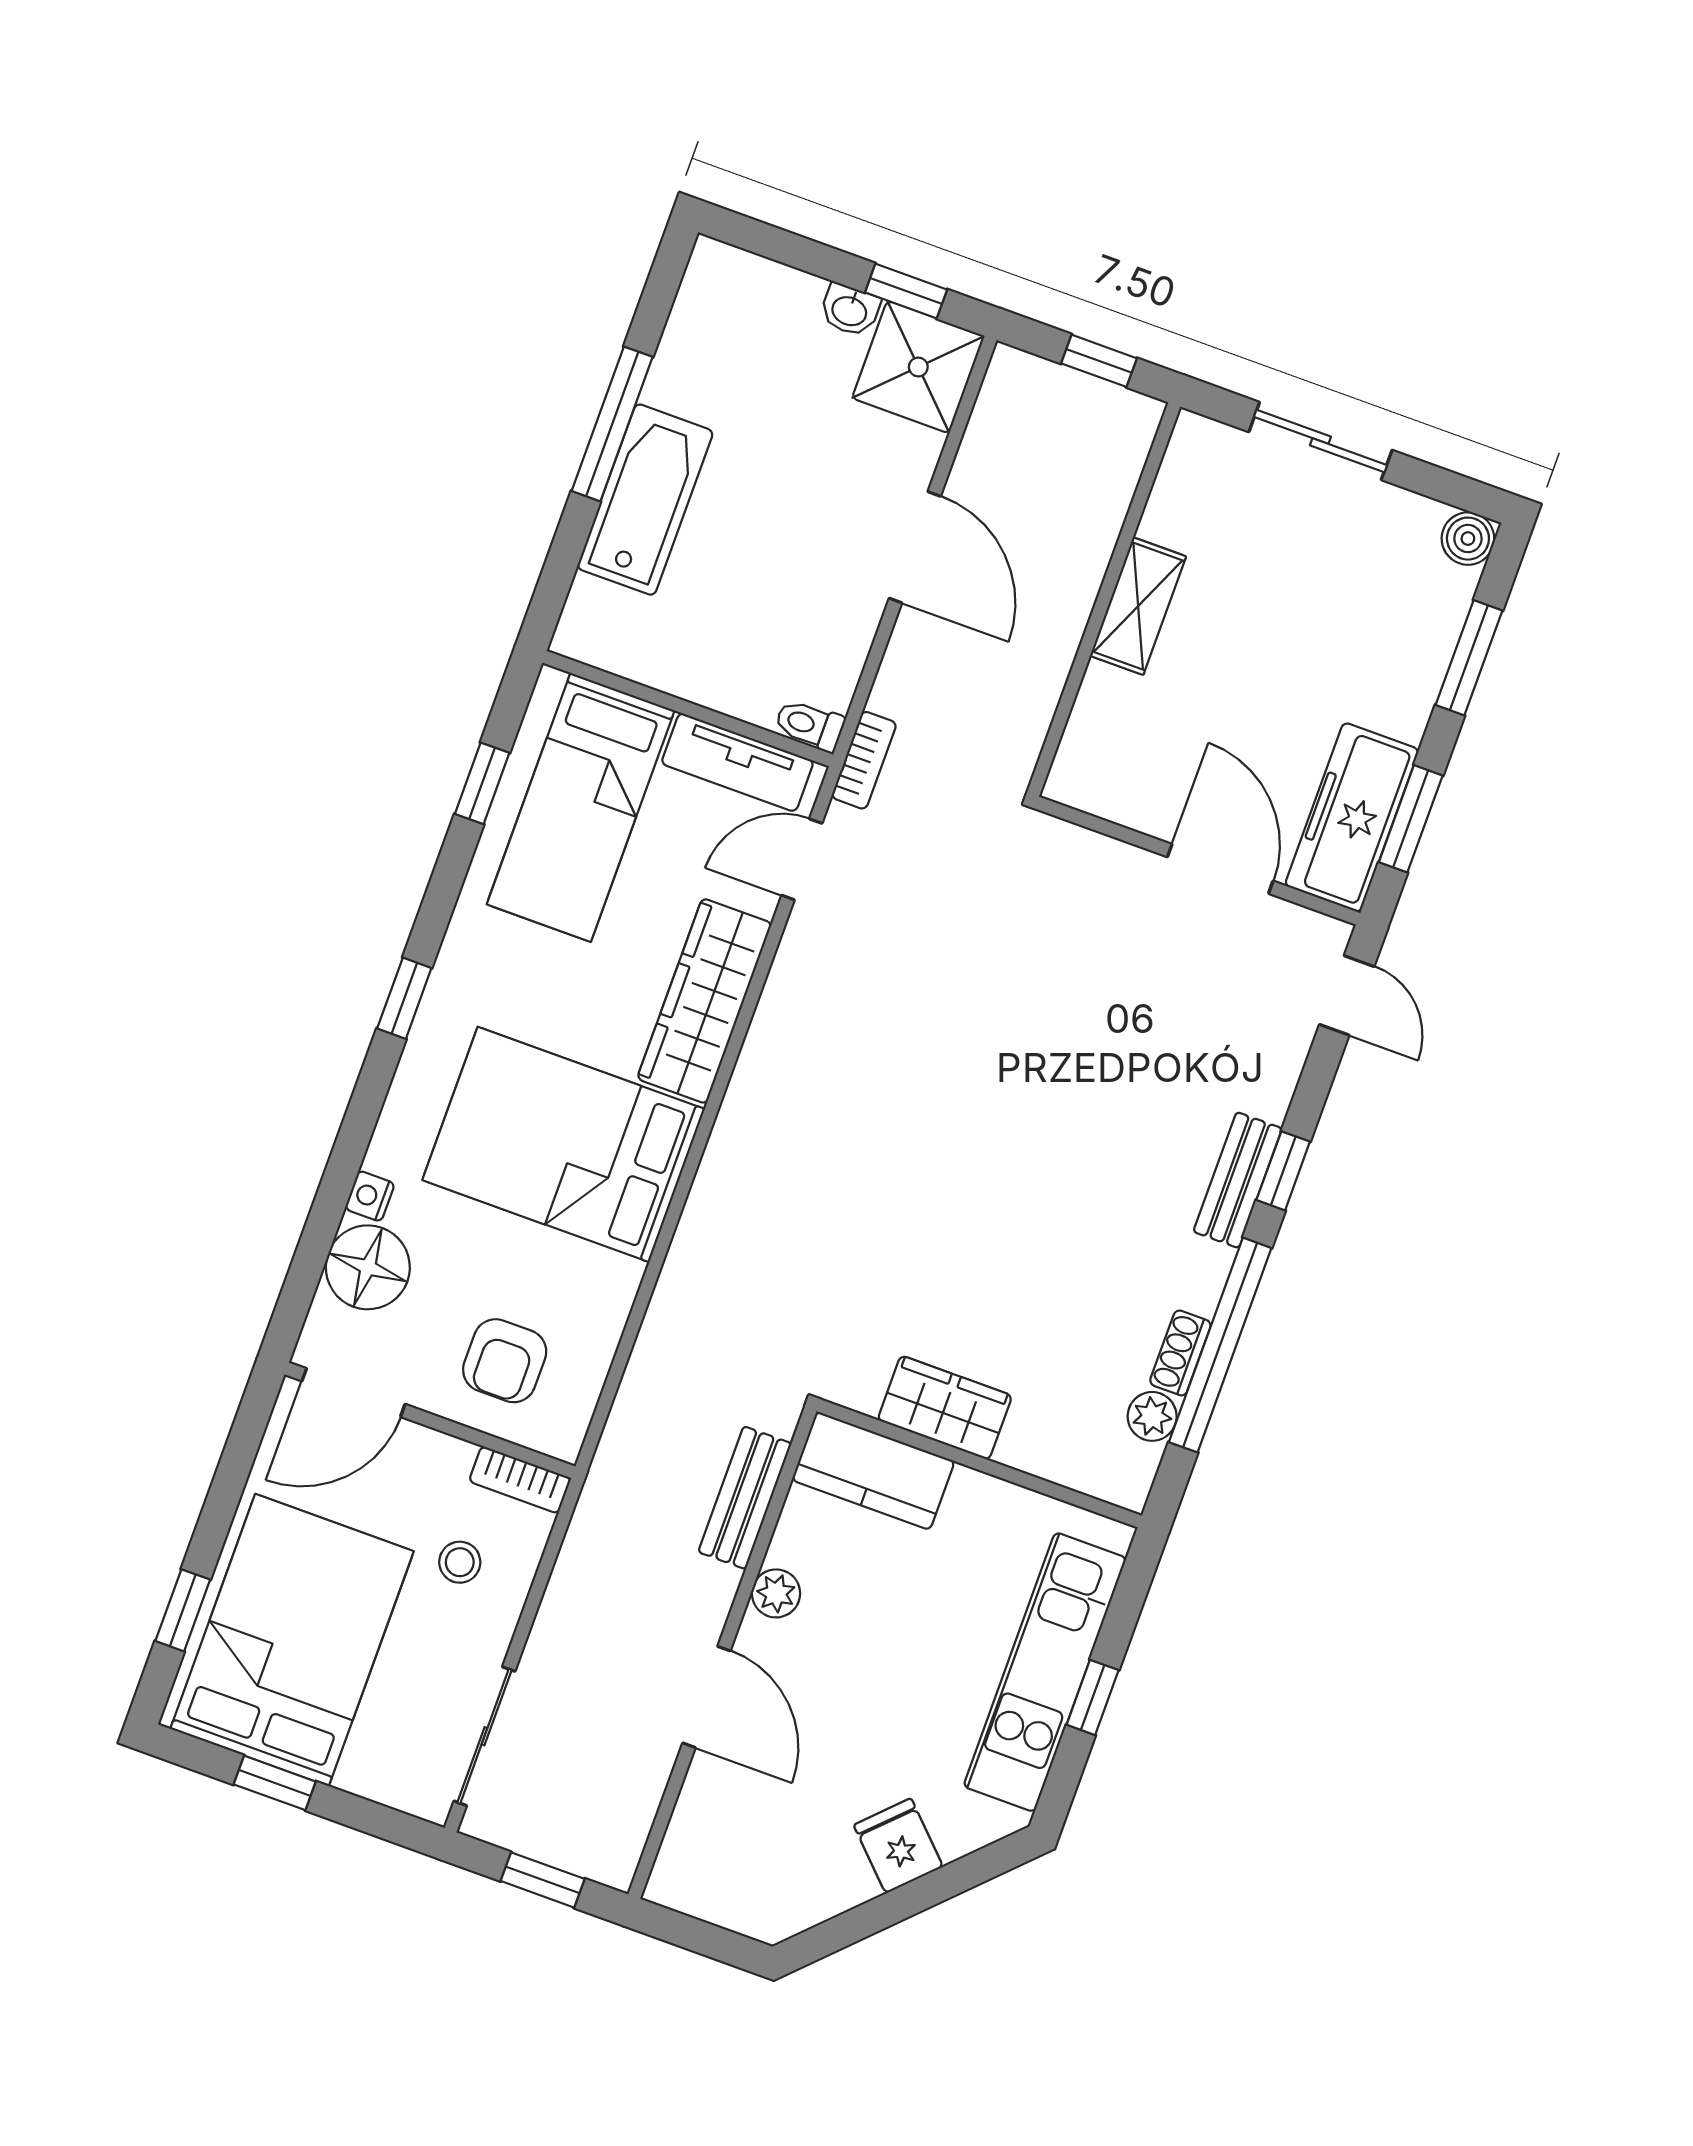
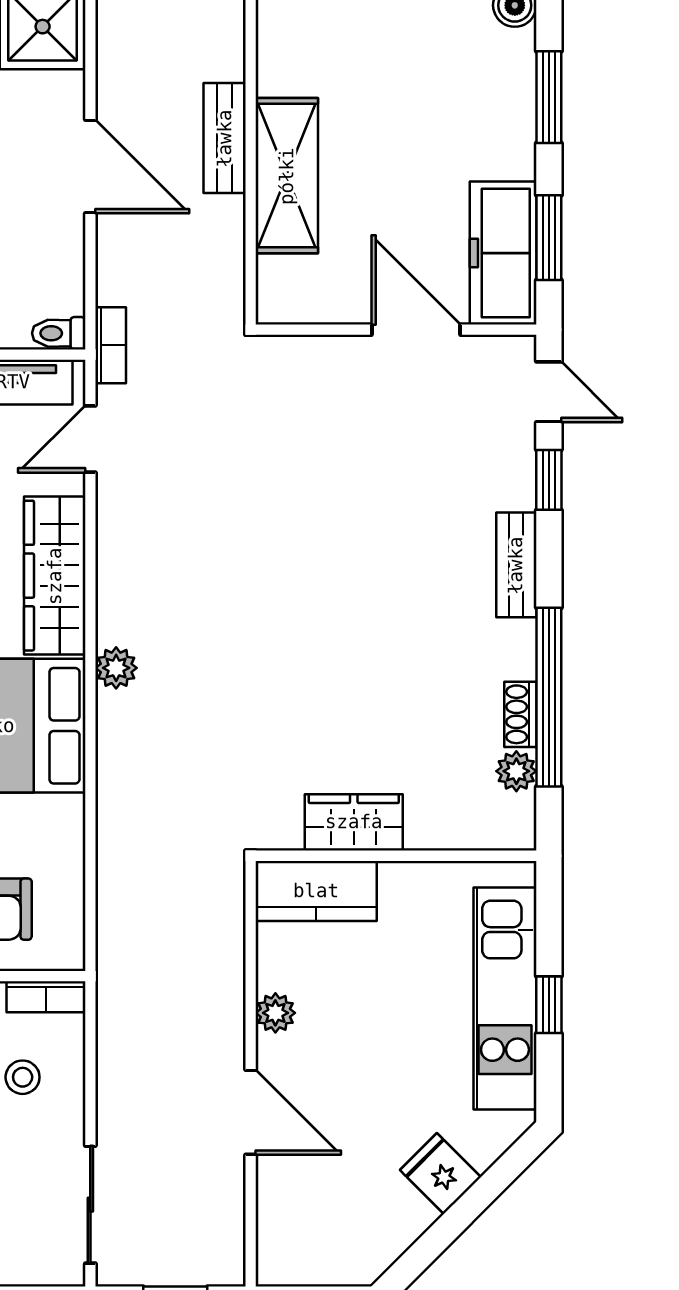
shelving: (1138, 606) -> (287, 176), width x1.50, depth x1.33
plant: (737, 1132) -> (116, 668), added
window: (1283, 1171) -> (549, 480), moved
bench: (745, 1498) -> (225, 138), moved

